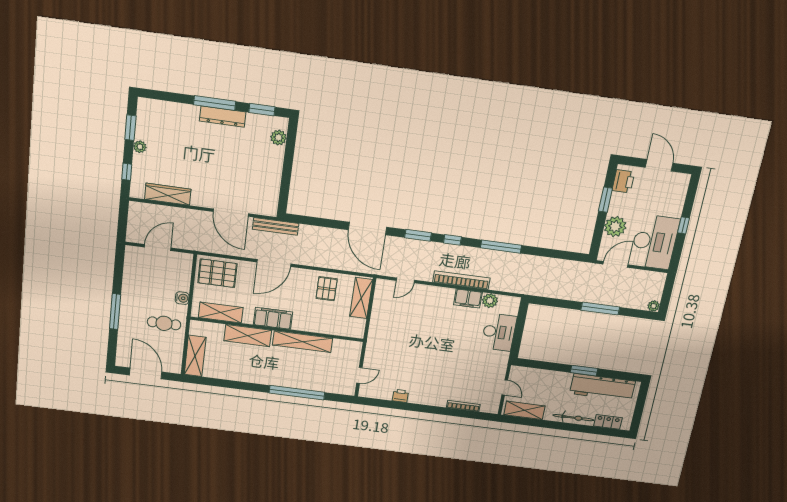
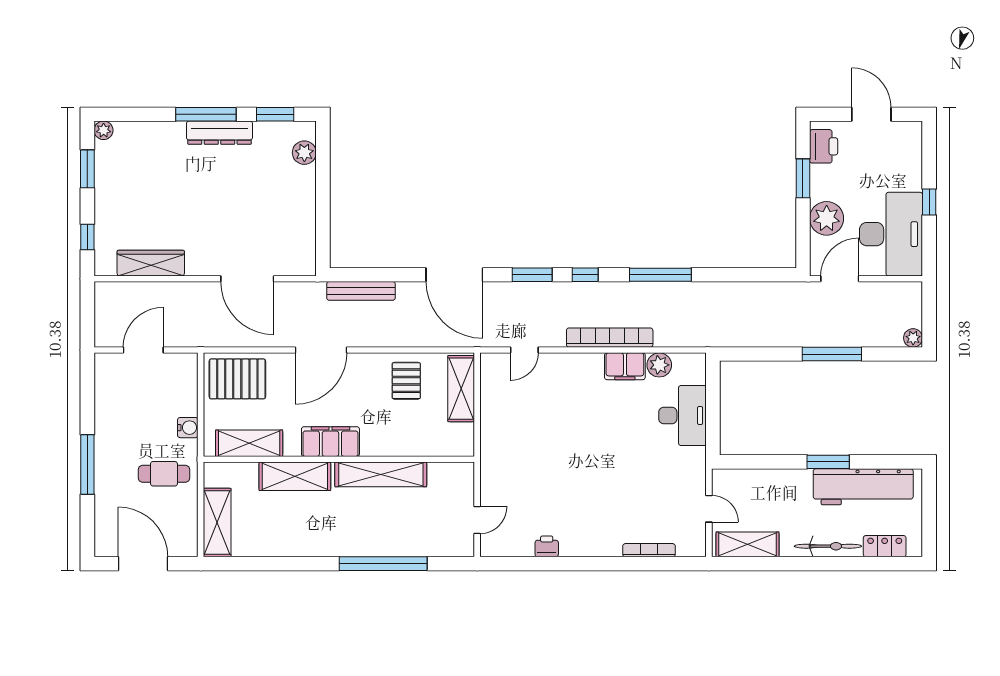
plant: (140, 147) -> (104, 130), moved
bench: (276, 226) -> (361, 291), moved

